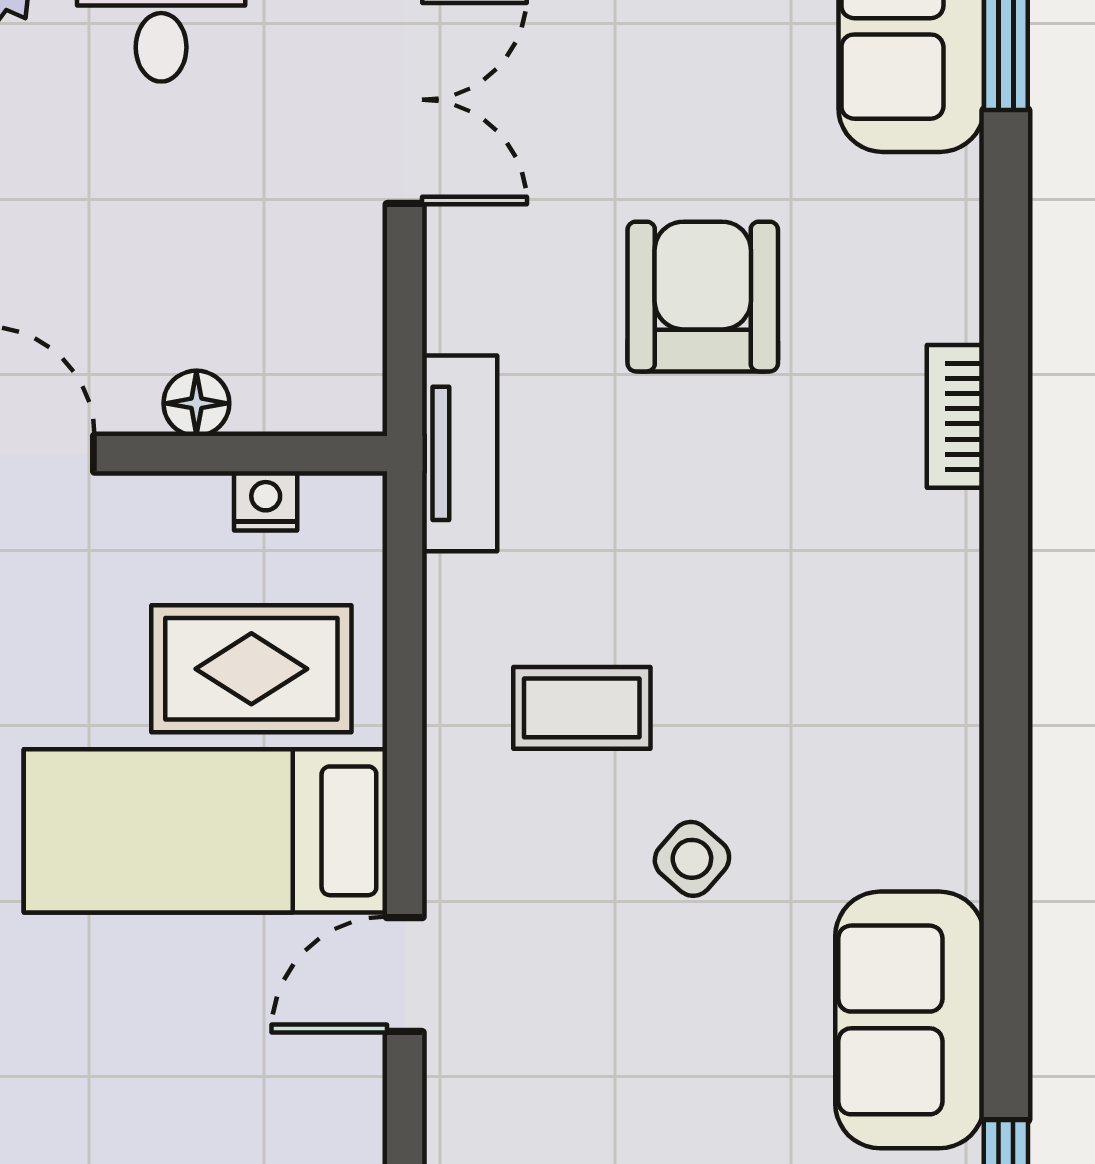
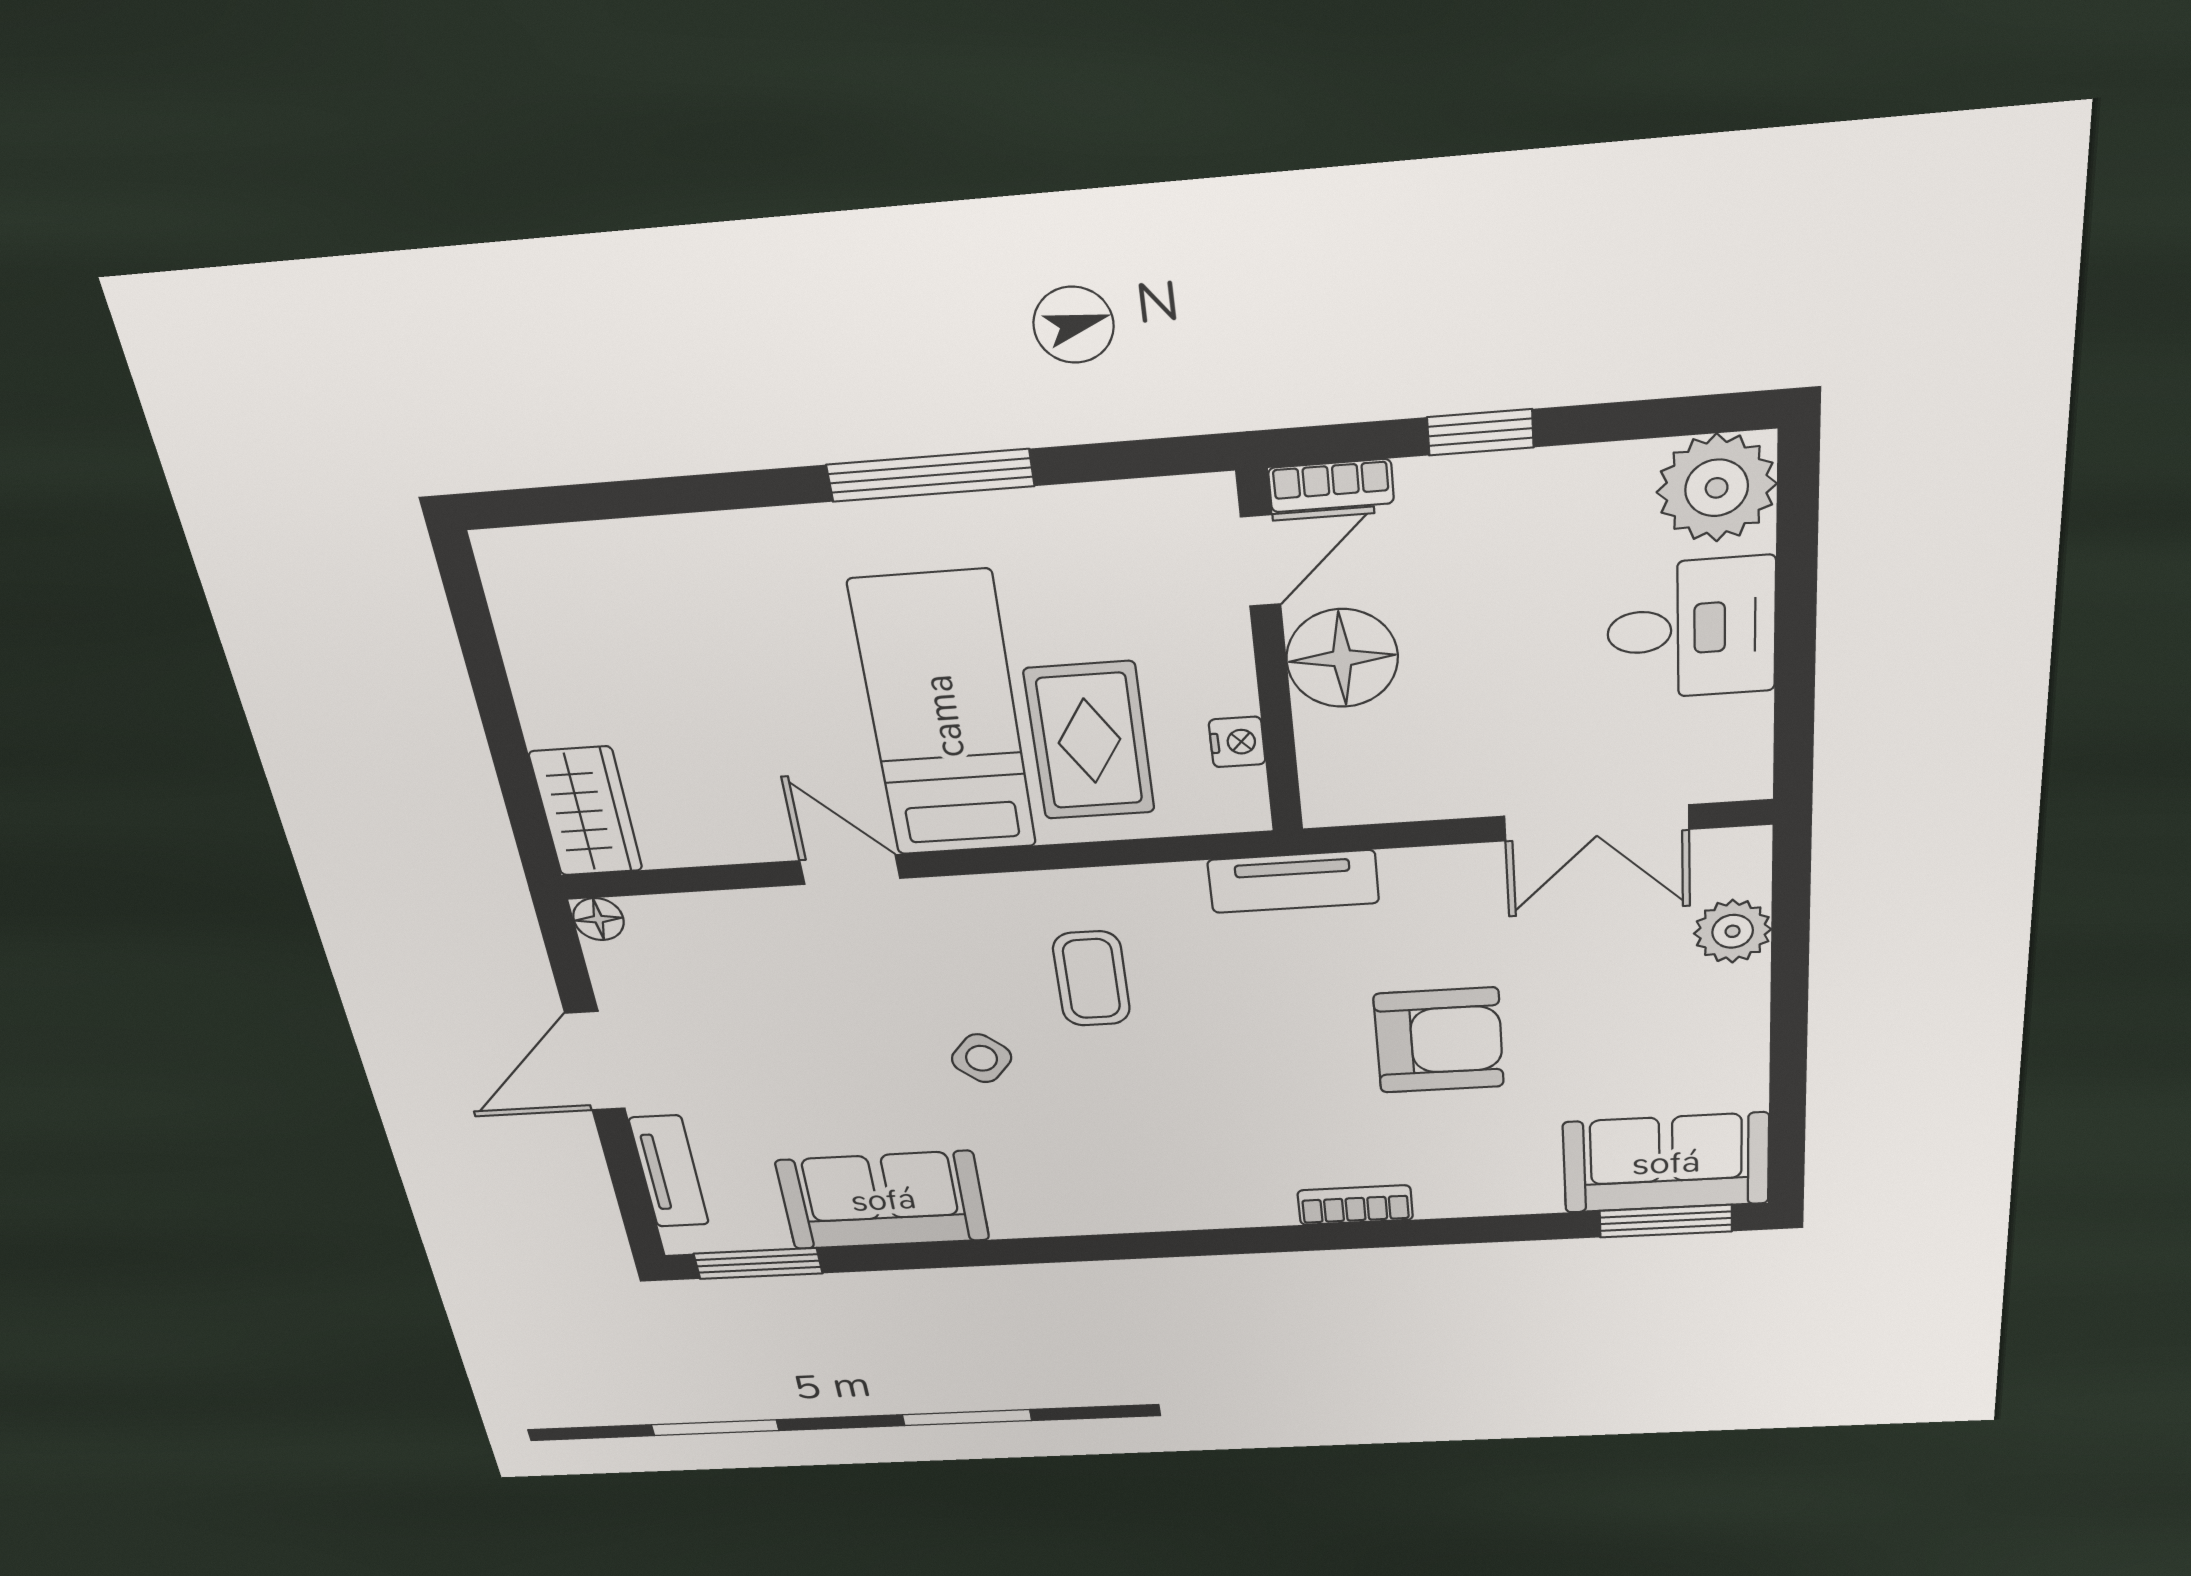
floor lamp: (196, 403) -> (1342, 658), width x1.89, depth x1.89

